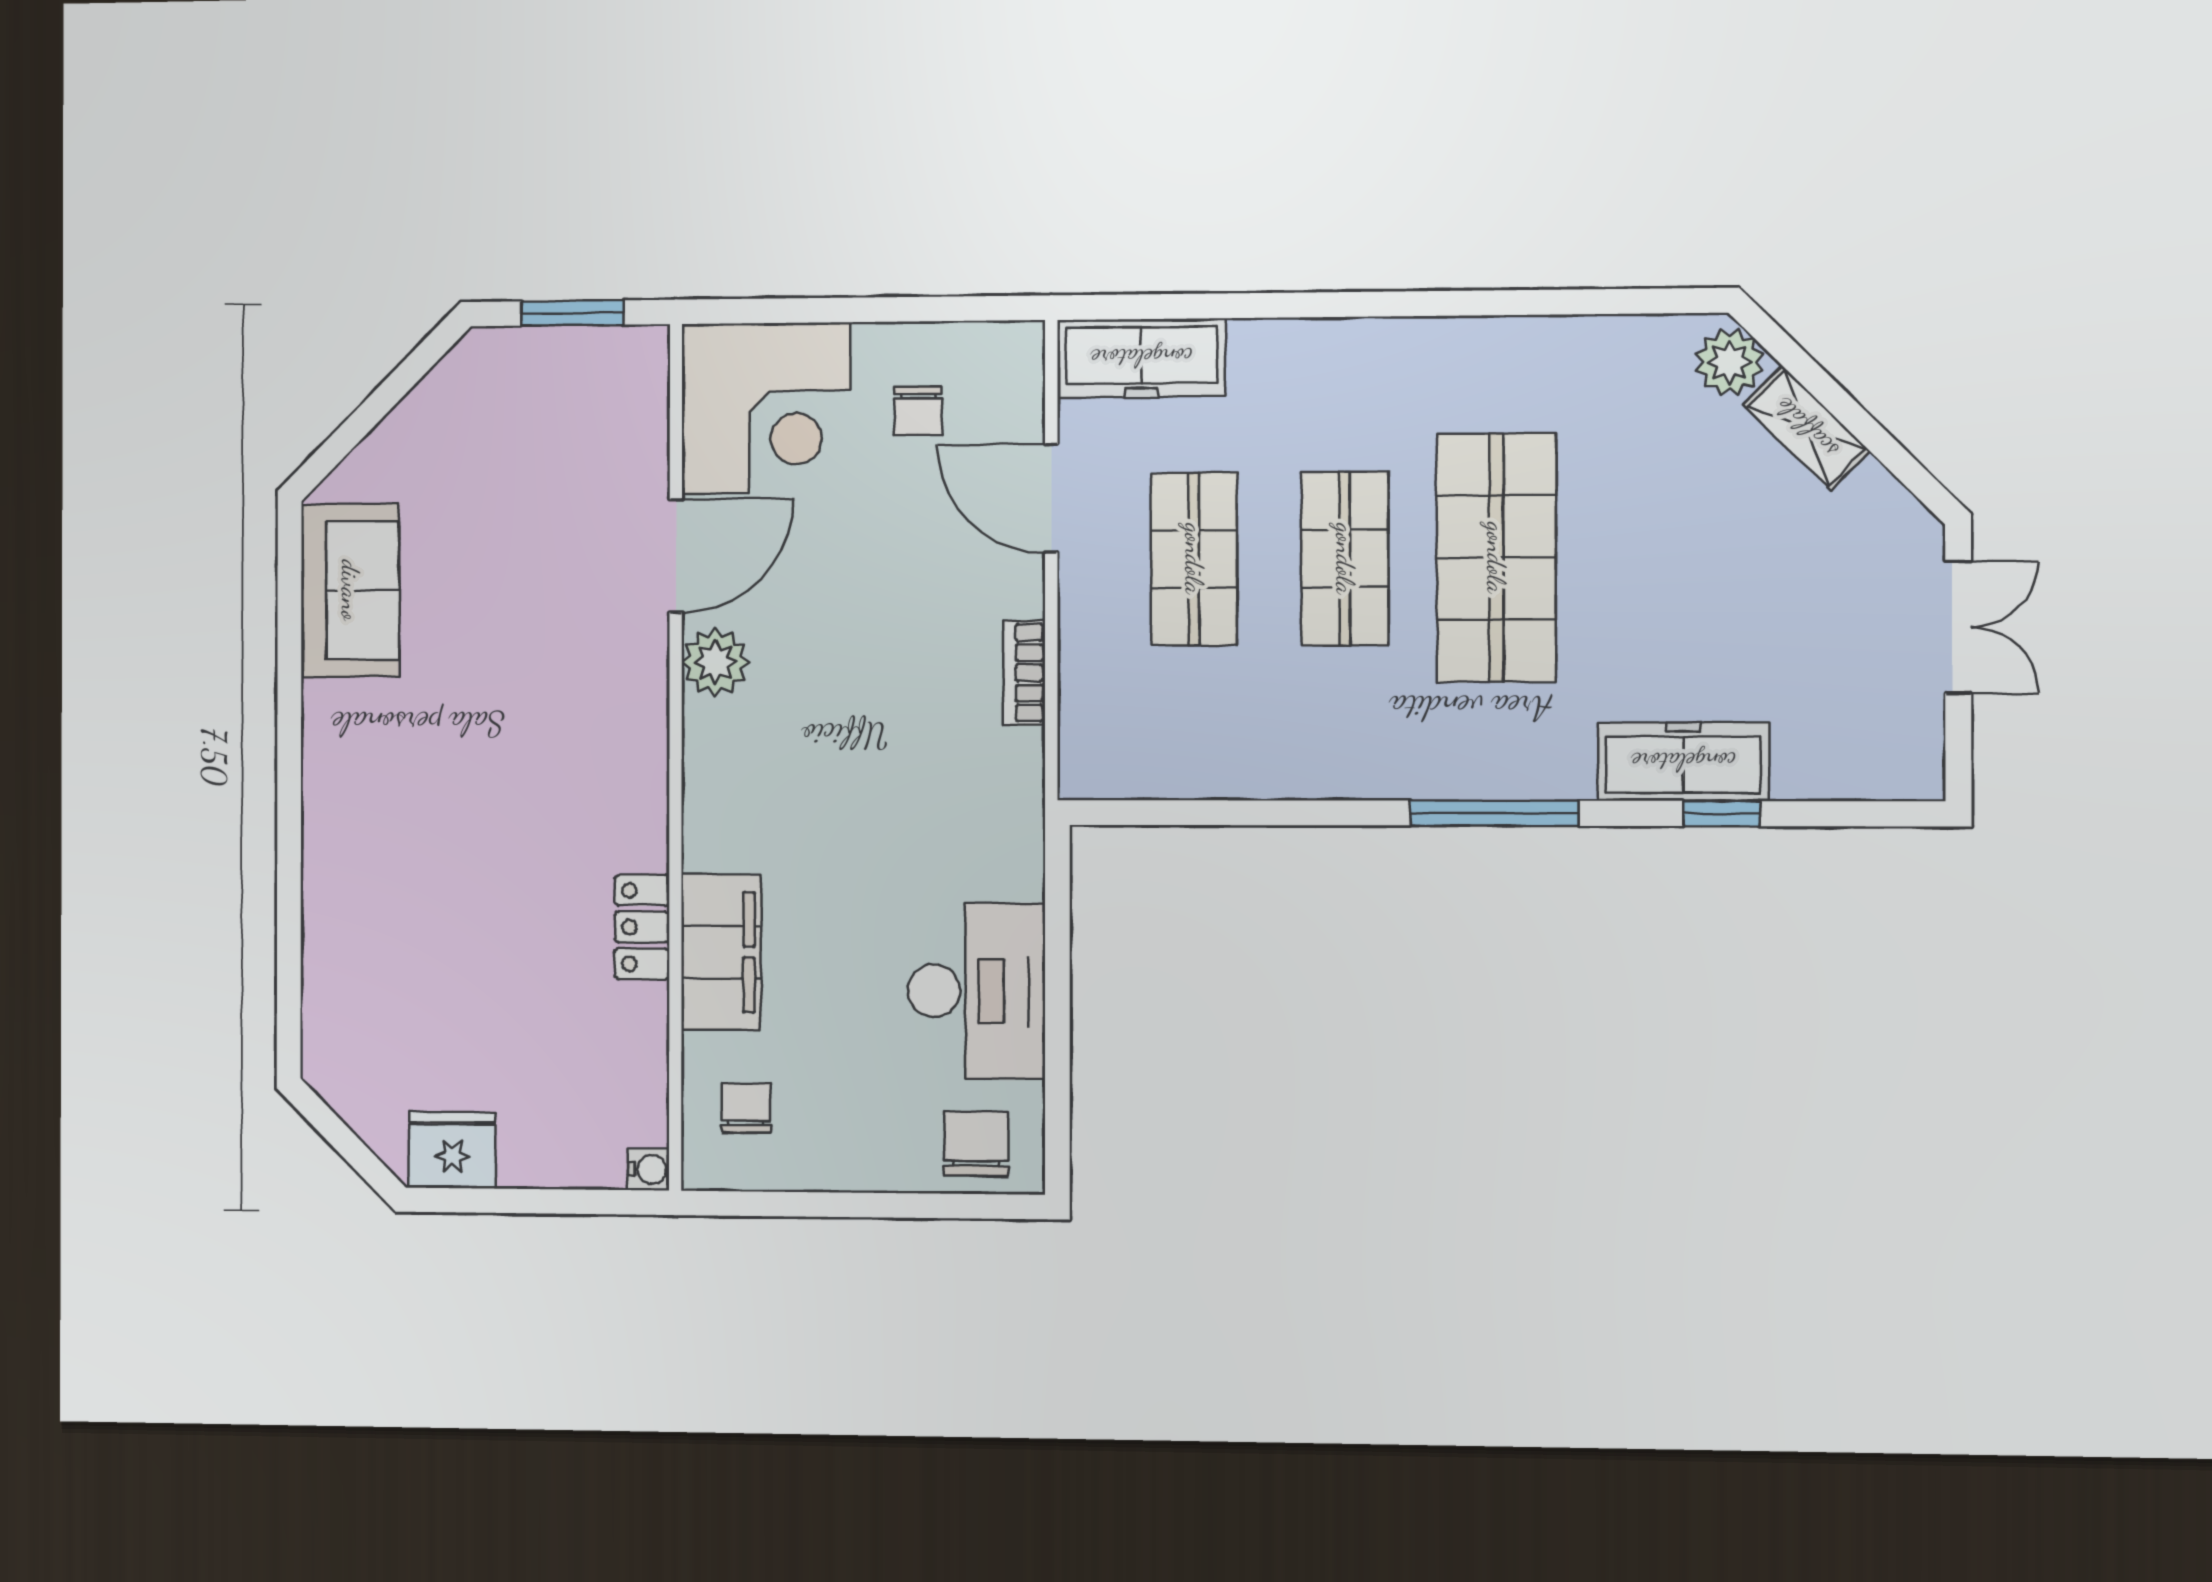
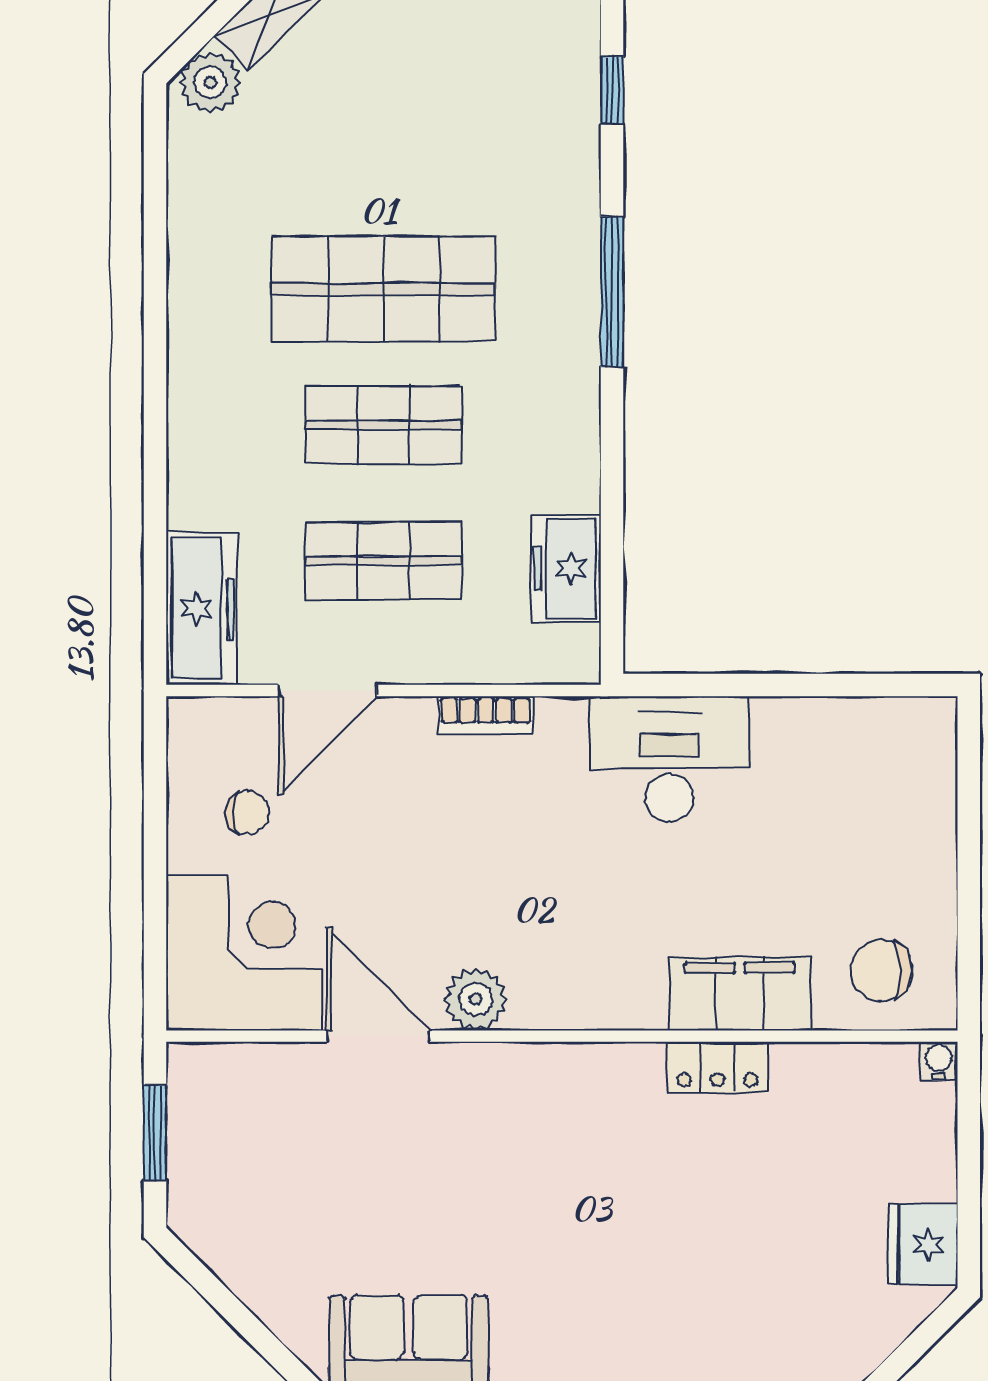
freezer: (1683, 762) -> (566, 569), moved, width x0.71
desk: (976, 991) -> (669, 759), moved
chair: (746, 1108) -> (882, 971), width x1.37, depth x1.37
chair: (976, 1144) -> (912, 759), removed

